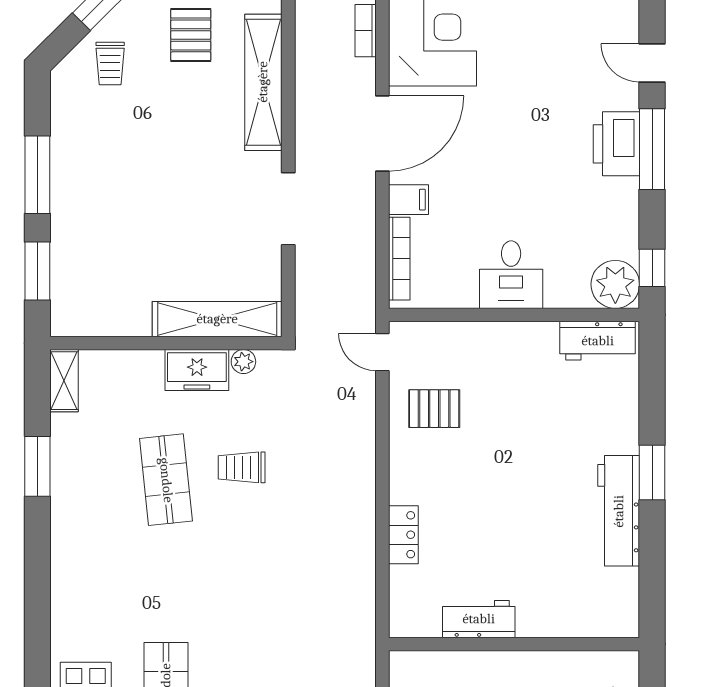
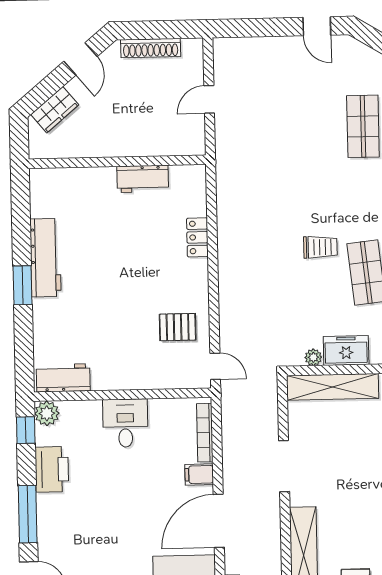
printer: (616, 144) -> (52, 469), moved
plant: (615, 284) -> (47, 413), width x0.73, depth x0.73
trolley: (242, 467) -> (320, 247), moved

